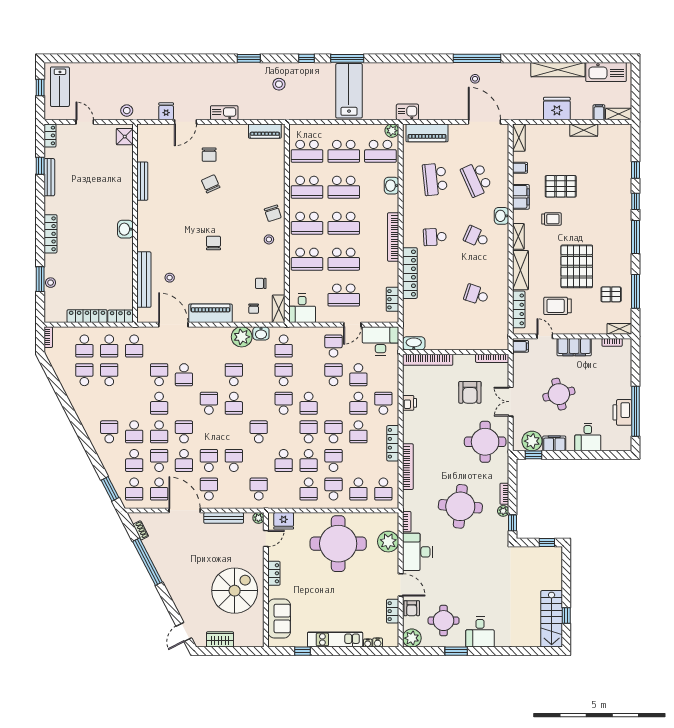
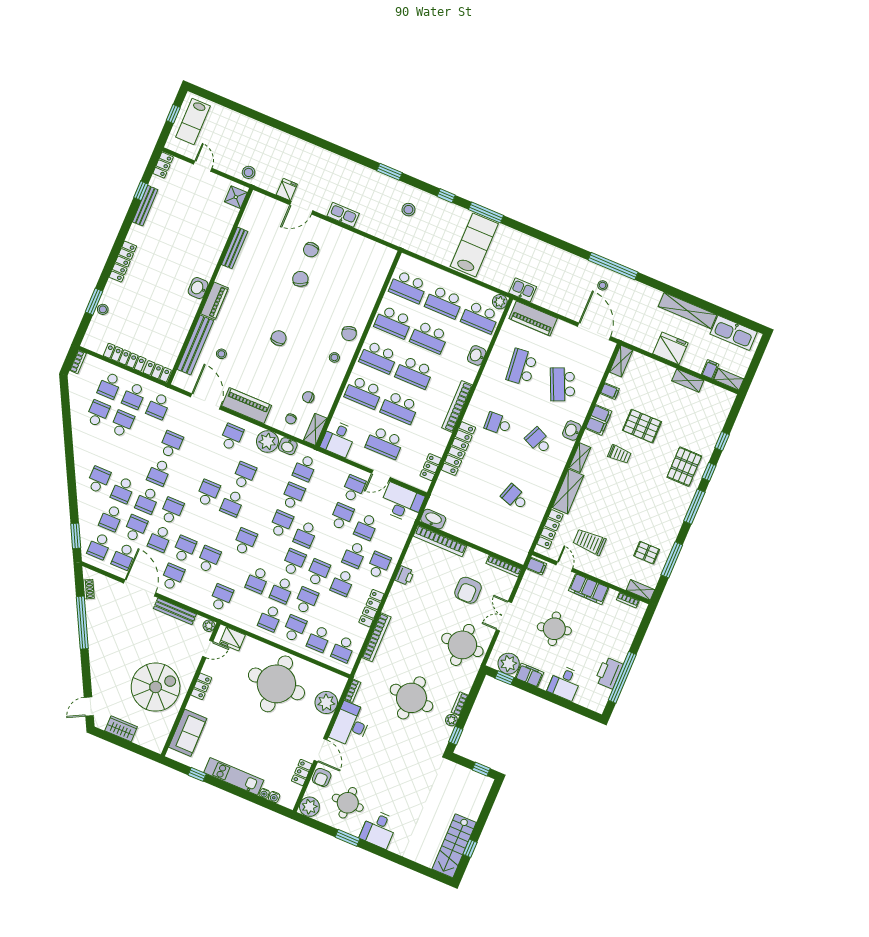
piano: (265, 131) -> (214, 301), moved, turned -90
pallet: (577, 266) -> (684, 467), moved, width x0.73, depth x0.71
school desk: (184, 375) -> (232, 437), moved, turned 180

